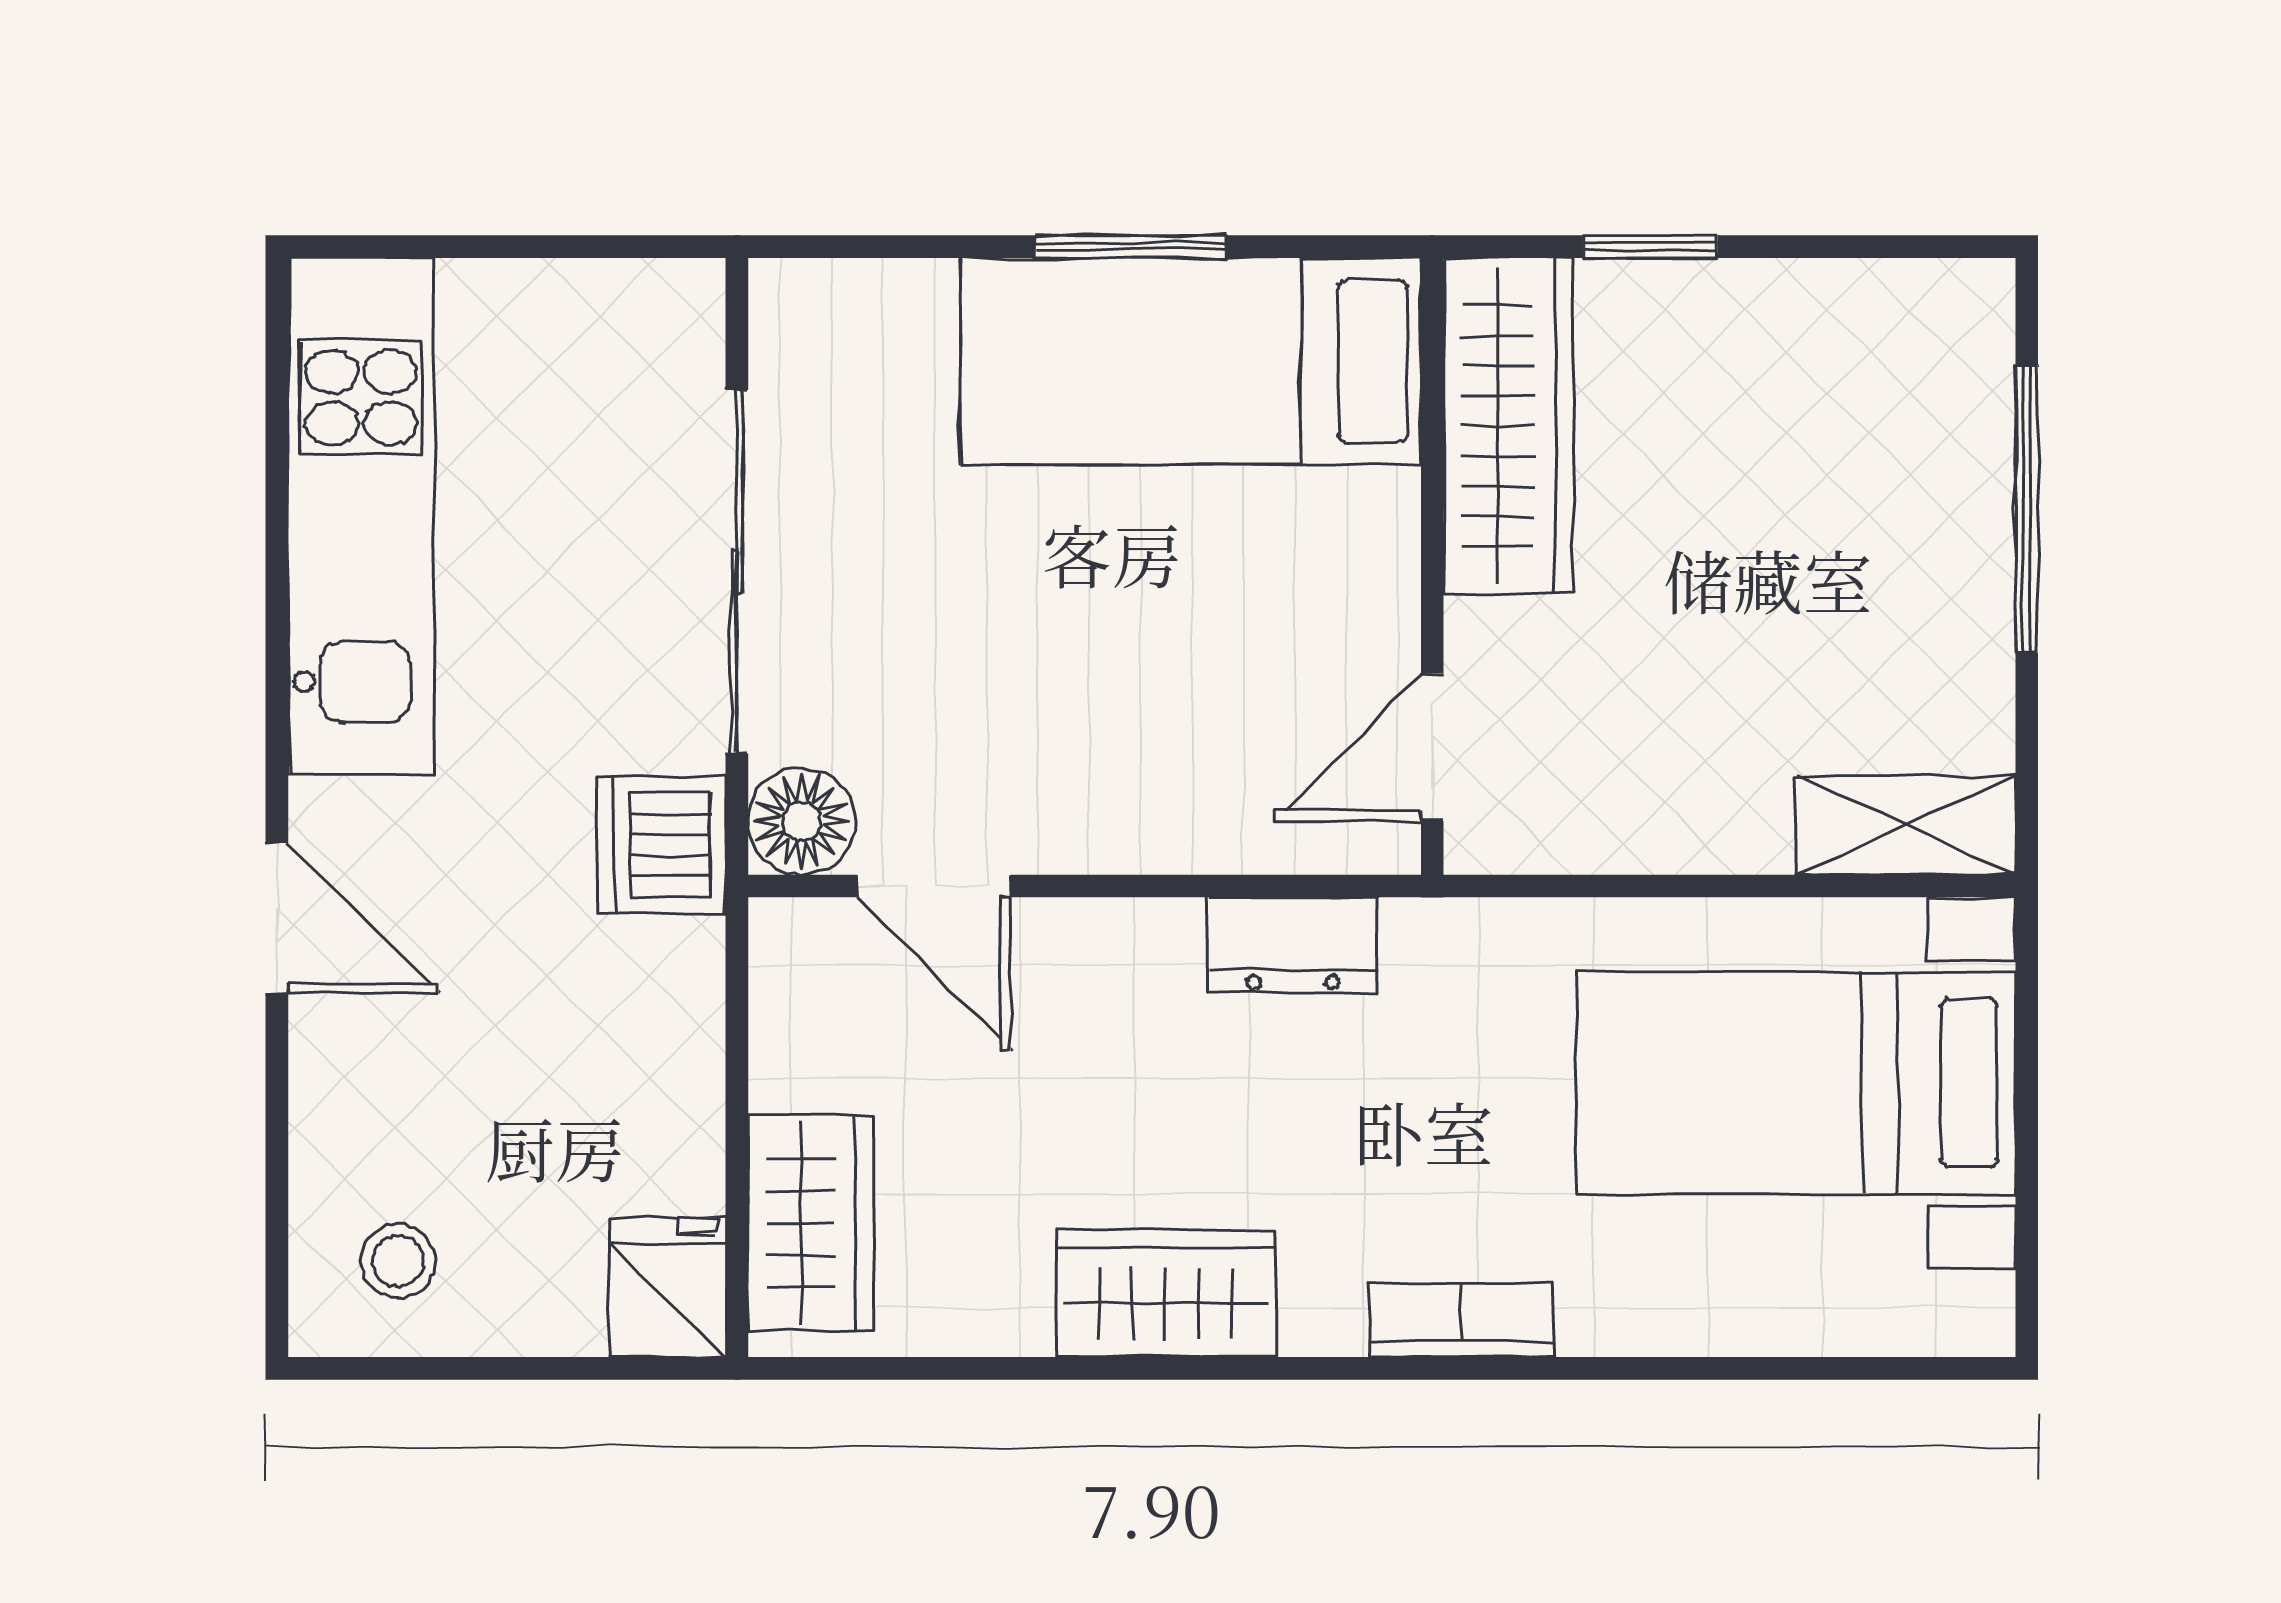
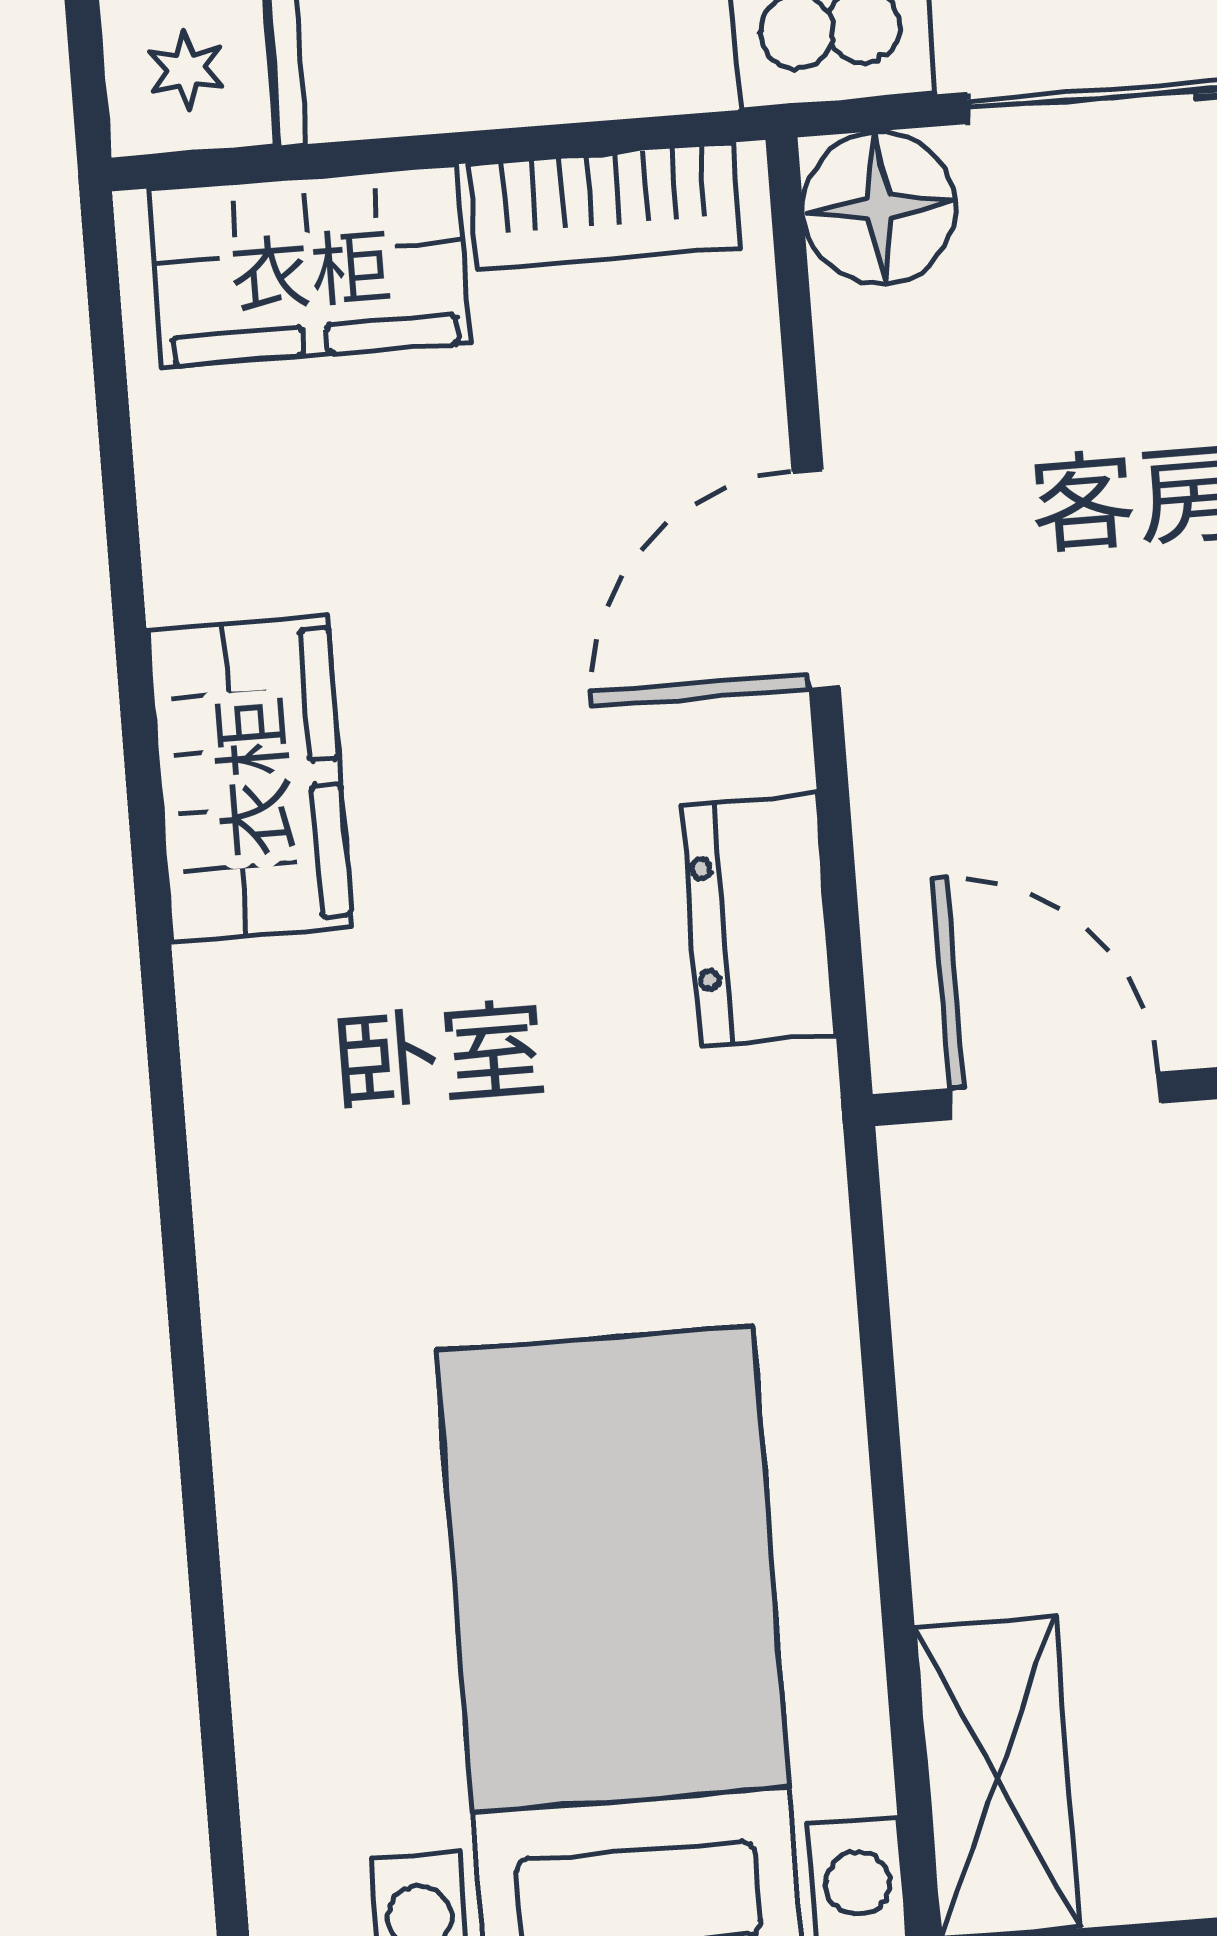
door: (934, 886) -> (816, 579), moved
bookcase: (1462, 1320) -> (605, 206), moved, turned 90

